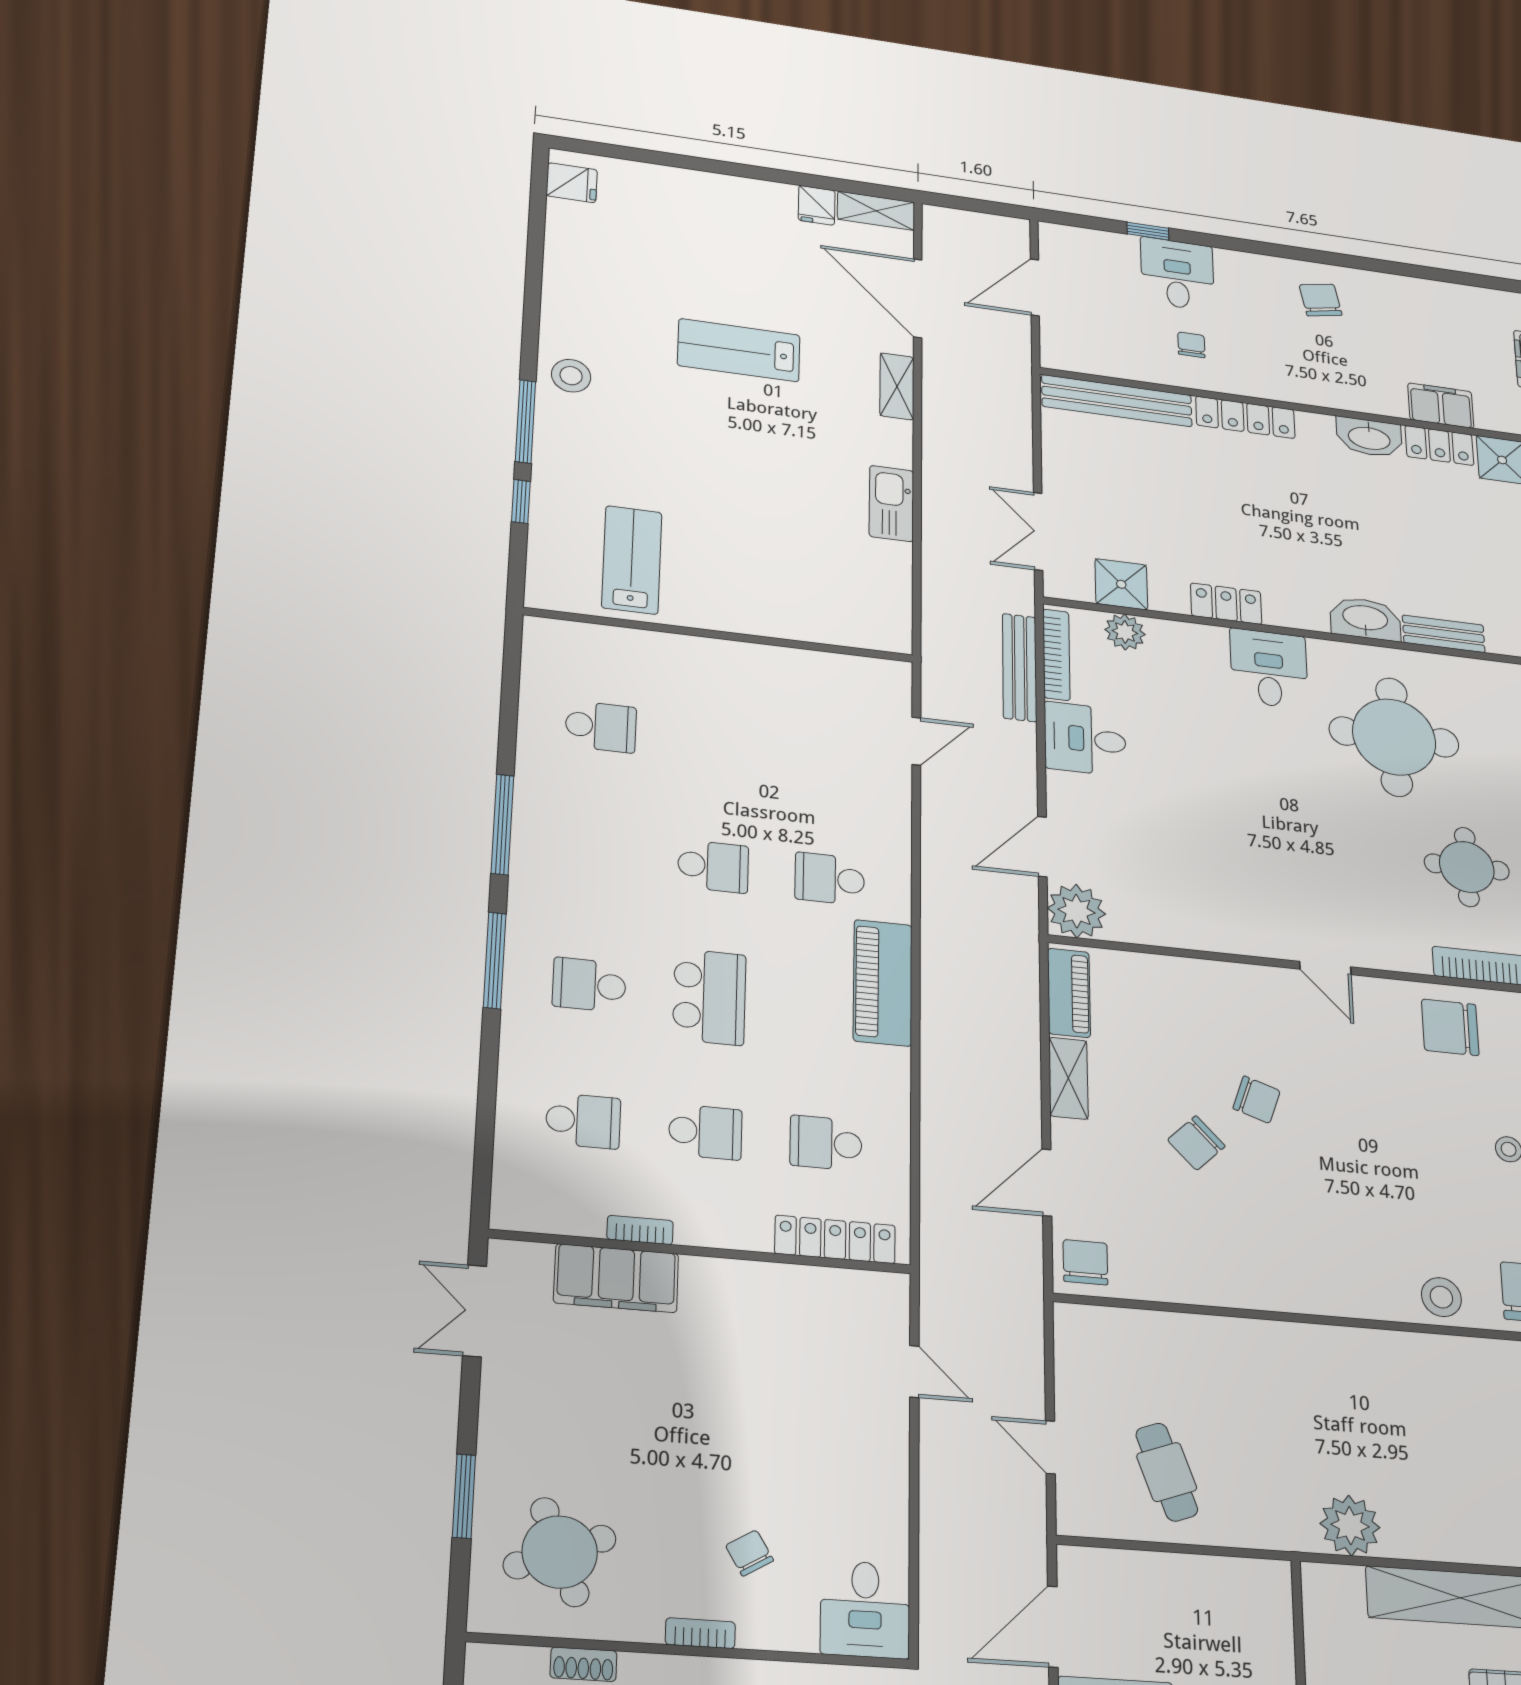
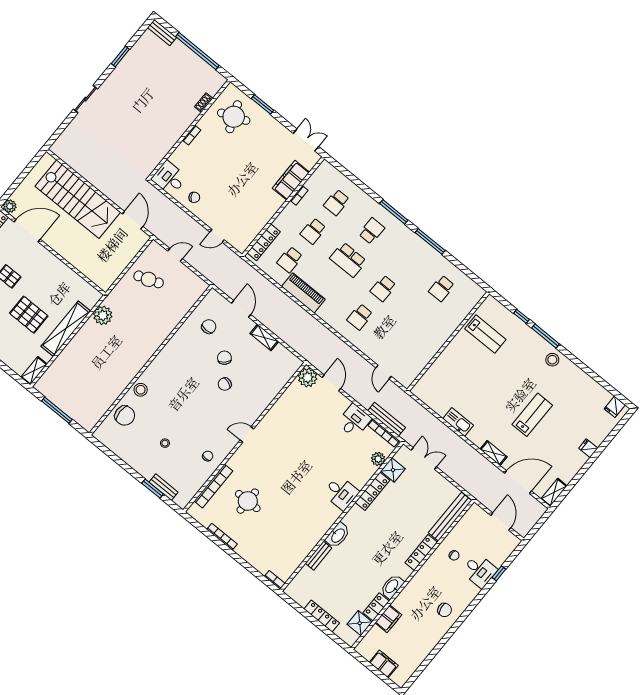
fridge: (817, 205) -> (588, 448), moved
locker: (1226, 604) -> (372, 491), width x1.53
round table: (1394, 737) -> (298, 513), removed
school desk: (830, 879) -> (360, 317), turned 180
piano: (883, 983) -> (303, 293), moved
piano: (1069, 993) -> (287, 357), removed
chair: (1450, 1027) -> (208, 456), width x0.54, depth x0.54
school desk: (826, 1143) -> (290, 260), turned 180
chair: (1085, 1262) -> (209, 327), moved, turned -90
chair: (749, 1553) -> (194, 197), moved

